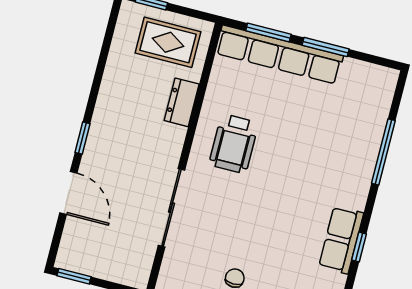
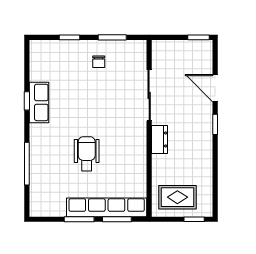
dresser: (182, 102) -> (160, 139), moved
wheelchair: (234, 144) -> (87, 154), moved

